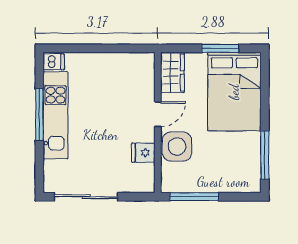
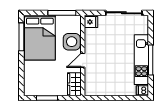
bed: (234, 92) -> (40, 38), moved, turned 180
fridge: (143, 153) -> (91, 22), moved

